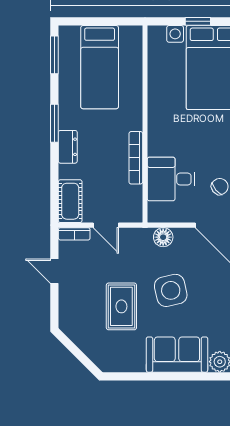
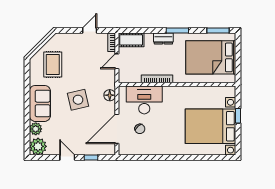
bed: (100, 67) -> (211, 57), width x1.50
desk: (171, 179) -> (144, 100), width x1.37
rug: (121, 306) -> (53, 64), moved, turned 90

